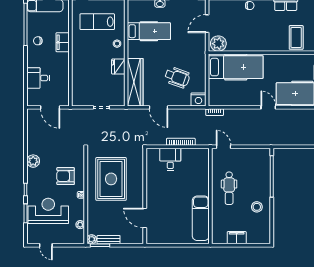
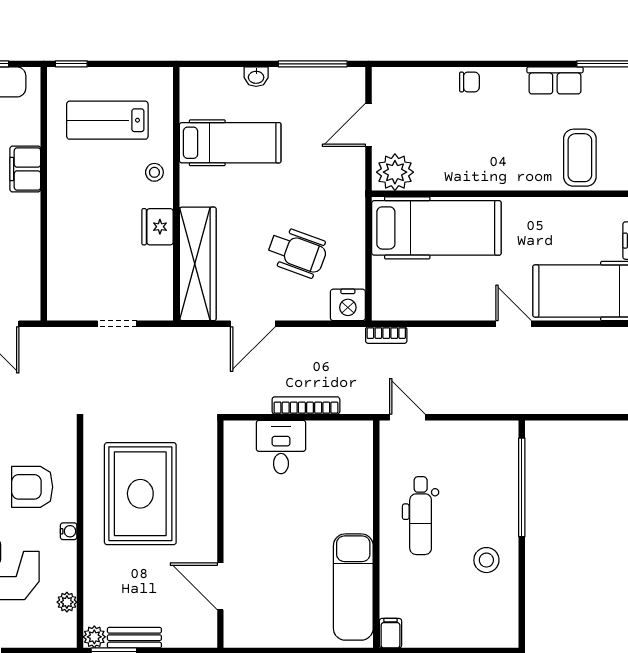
door: (158, 107) -> (253, 324), hinge flipped
filing cabinet: (237, 238) -> (390, 633), moved, width x0.50

